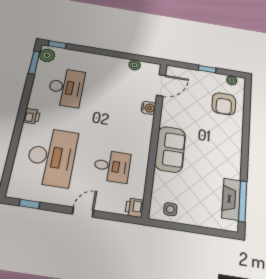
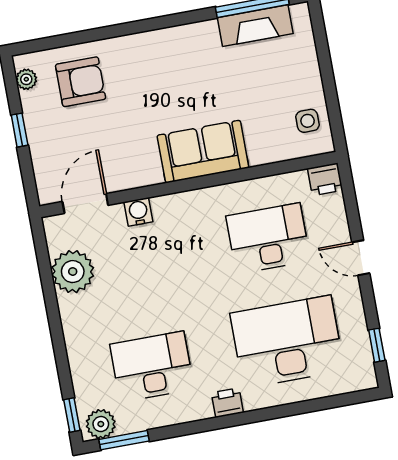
plant: (135, 65) -> (73, 272), width x1.87, depth x1.87
door: (161, 85) -> (85, 203), hinge flipped
desk: (112, 166) -> (268, 238), width x1.37

